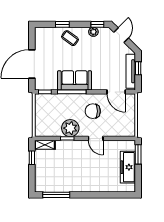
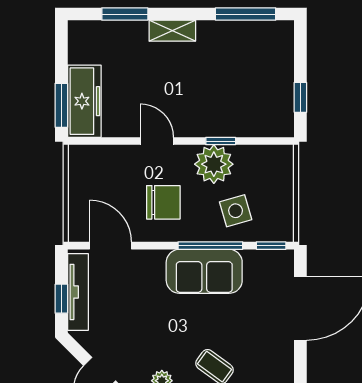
side table: (61, 107) -> (236, 211), added
shelving: (45, 145) -> (172, 31), moved
freezer: (128, 167) -> (84, 101), moved
window: (110, 195) -> (125, 14), added

